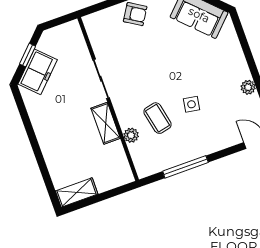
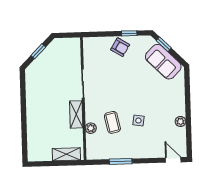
freezer: (38, 72) -> (41, 65), removed
window: (185, 167) -> (121, 161), width x0.69
shelving: (77, 193) -> (66, 154), moved

